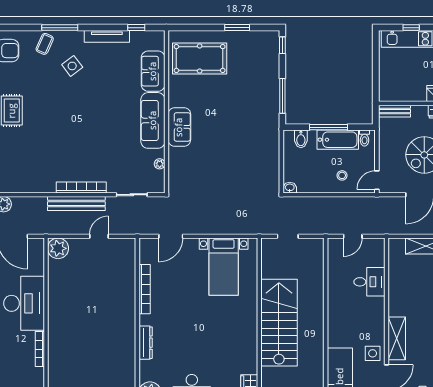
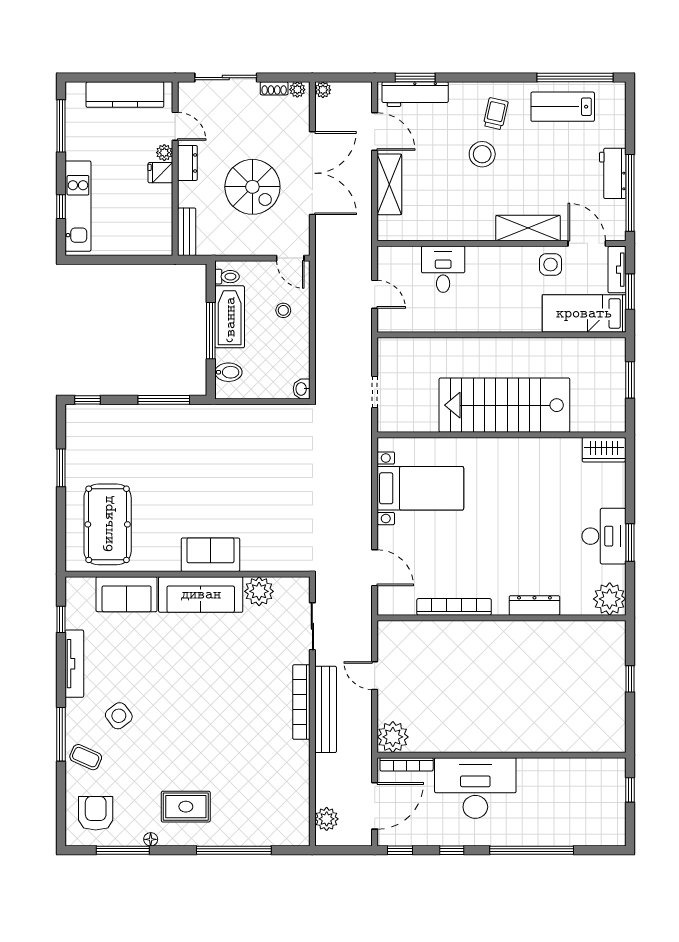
plant: (160, 164) -> (259, 591), width x1.87, depth x1.87
bookcase: (40, 349) -> (407, 764), moved

